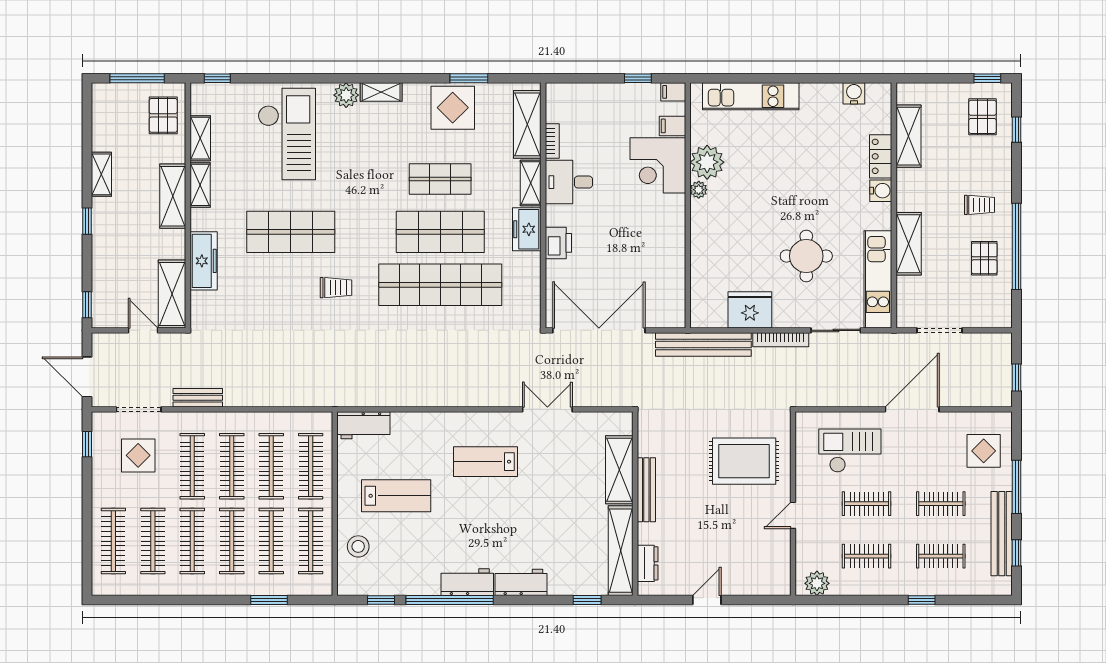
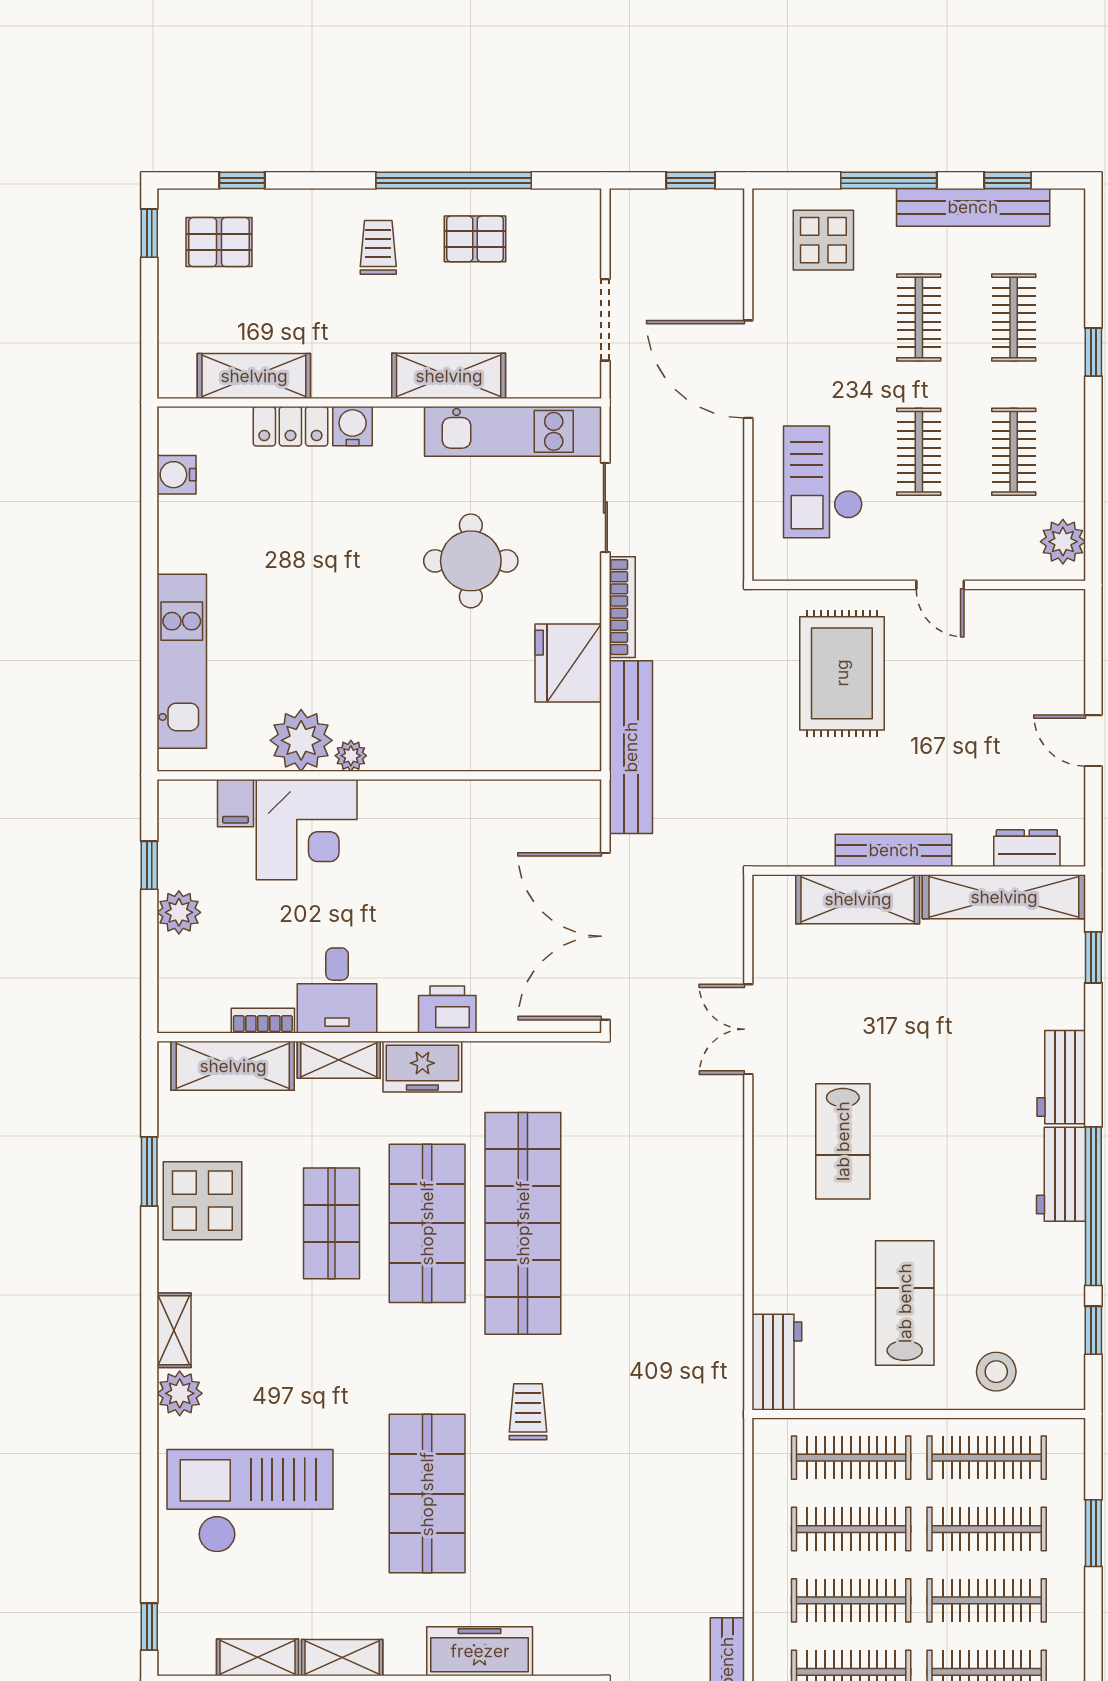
filing cabinet: (673, 92) -> (174, 802), removed
plant: (612, 95) -> (179, 912), added

